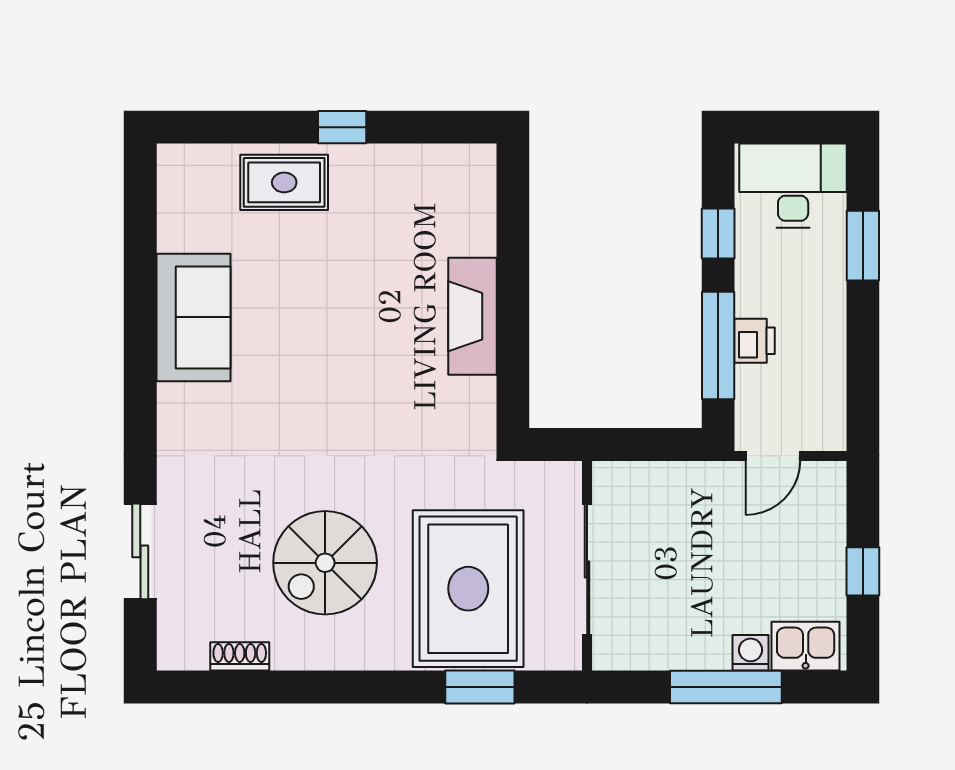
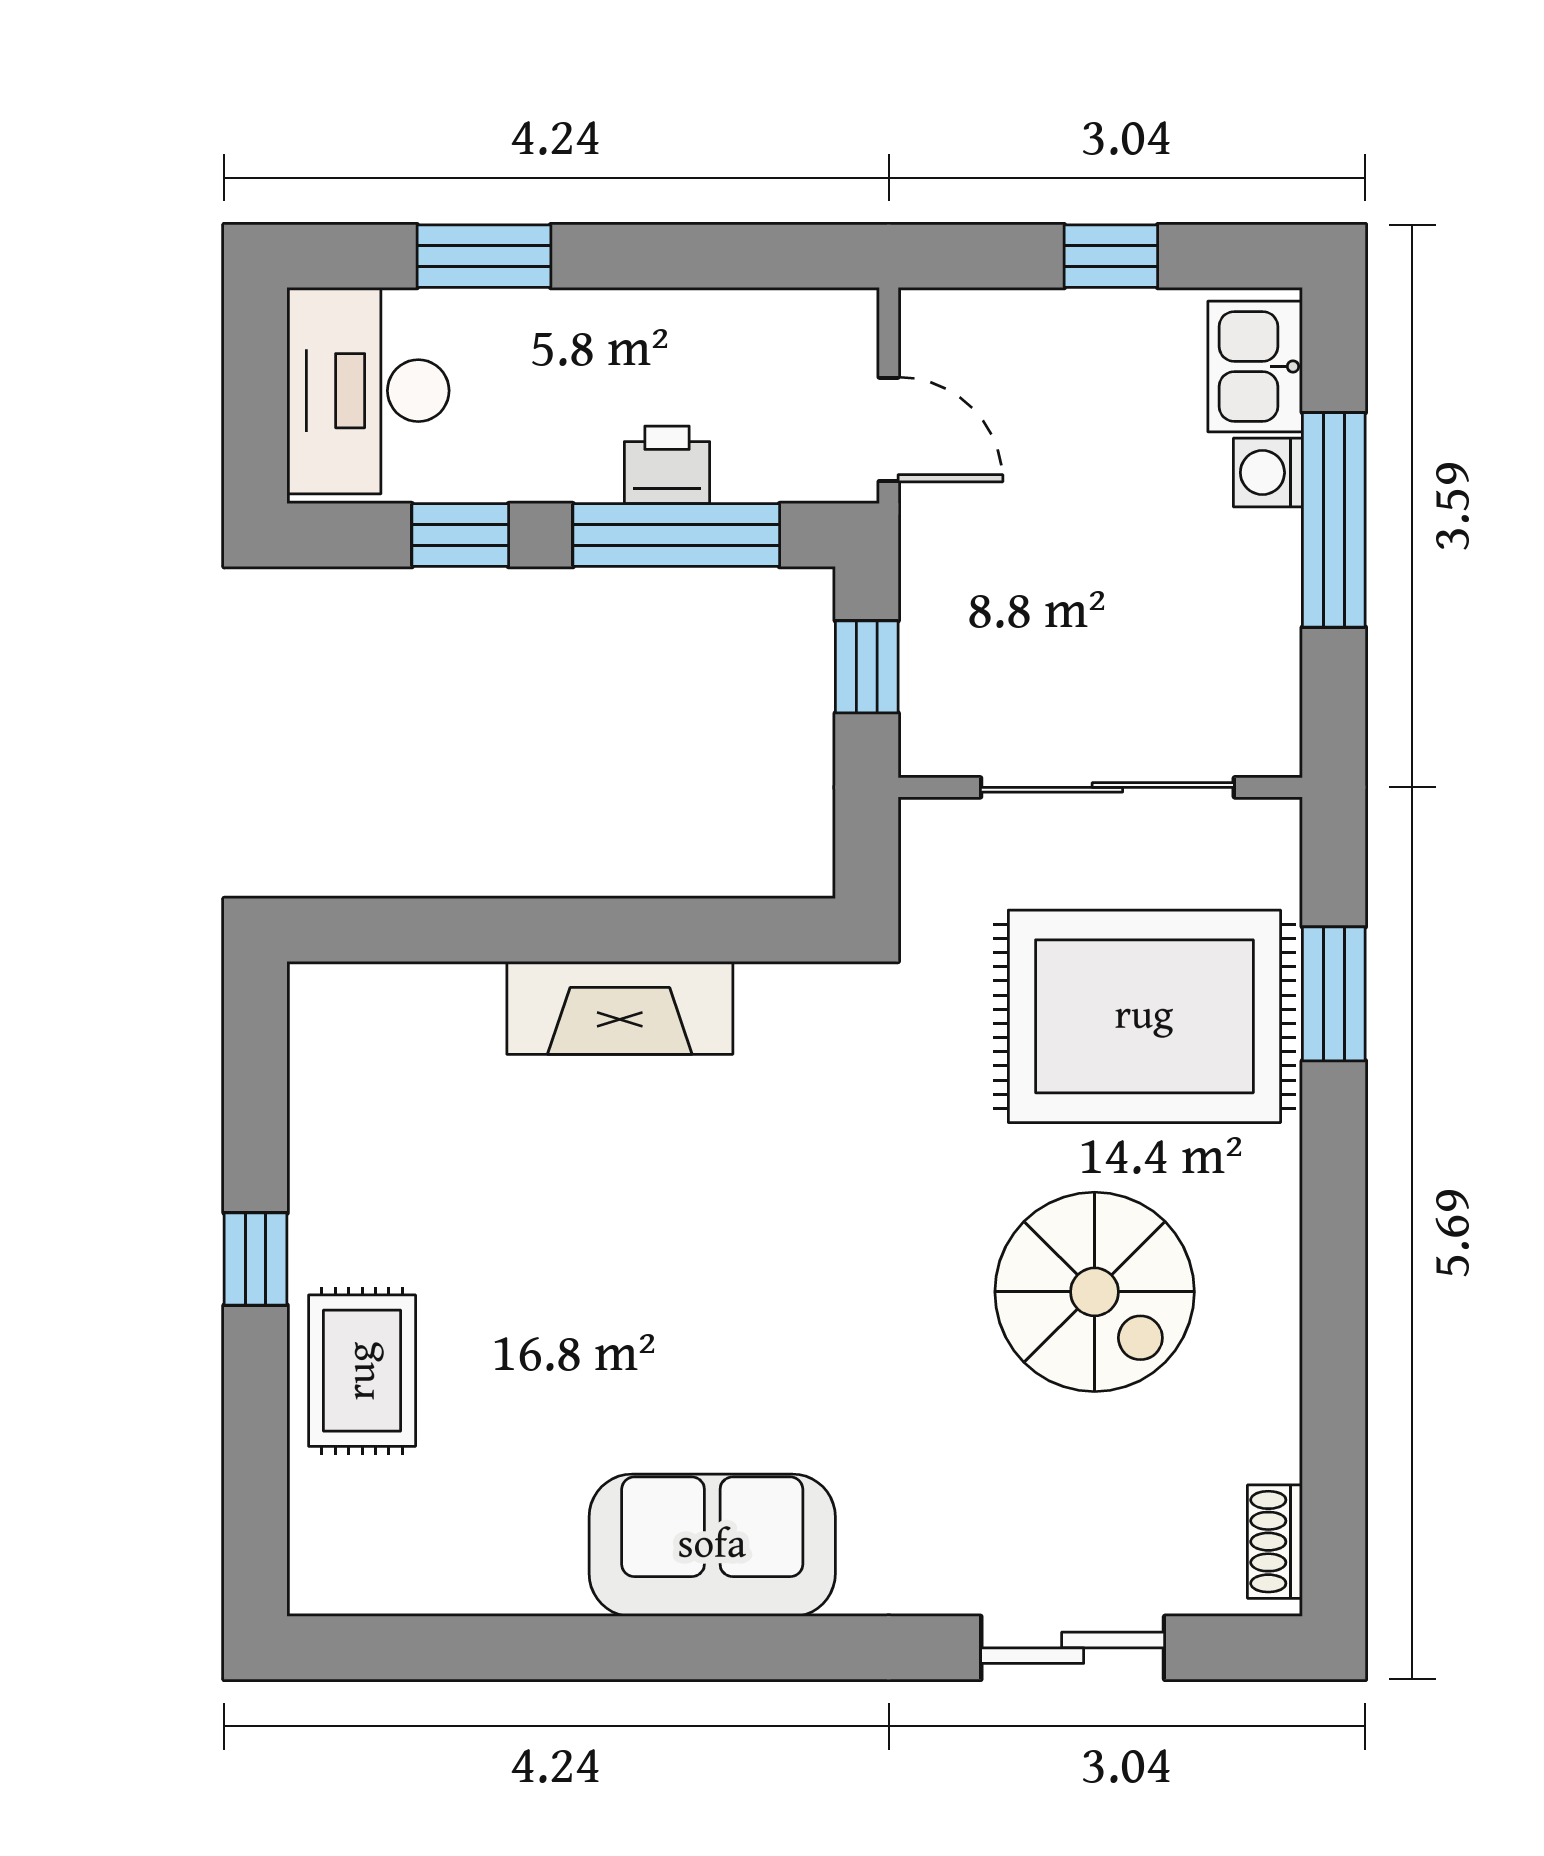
sofa: (193, 317) -> (712, 1545), moved
window: (650, 444) -> (867, 667), added
shoe rack: (240, 656) -> (1275, 1542), moved

